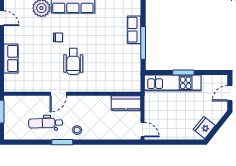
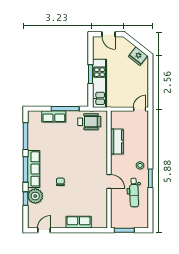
wheelchair: (73, 61) -> (89, 122), moved
kitchen counter: (126, 103) -> (117, 142), moved

